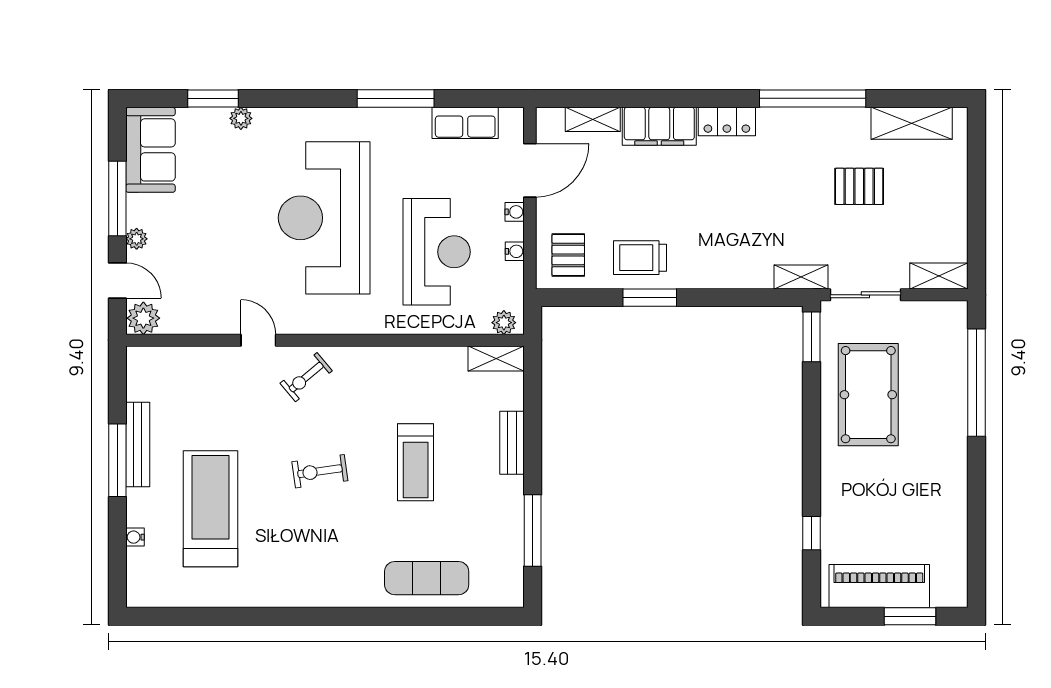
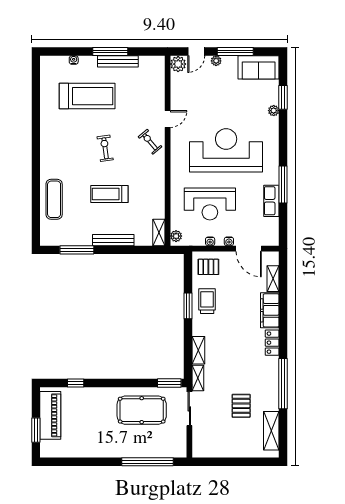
row of seats: (465, 123) -> (271, 201), moved
shelving: (939, 276) -> (198, 350), moved
bench: (512, 443) -> (113, 240), width x1.36

